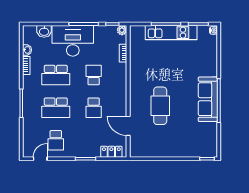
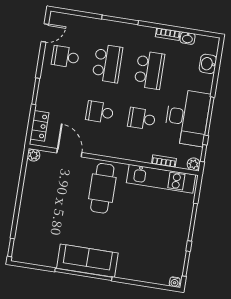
kitchen unit: (171, 33) -> (161, 179), moved, turned -90
desk: (73, 41) -> (187, 117), moved
school desk: (56, 75) -> (149, 70), turned 180
school desk: (94, 75) -> (142, 119), turned 180
cafe table: (160, 106) -> (102, 188), moved, turned 90
school desk: (56, 108) -> (107, 63), turned 180
door: (128, 126) -> (69, 153), hinge flipped
plant: (134, 153) -> (34, 155), added
door: (40, 159) -> (45, 33), hinge flipped

